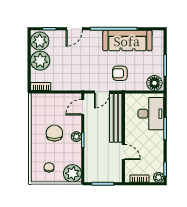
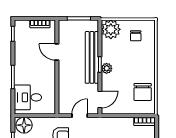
desk: (151, 114) -> (28, 97), width x0.73
bench: (116, 118) -> (92, 57), moved
chair: (54, 133) -> (143, 92), moved
plant: (159, 177) -> (20, 25), removed

